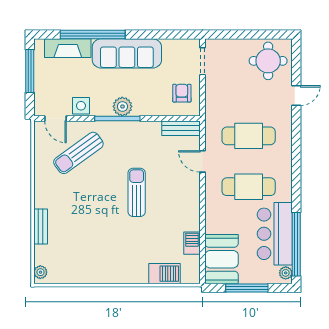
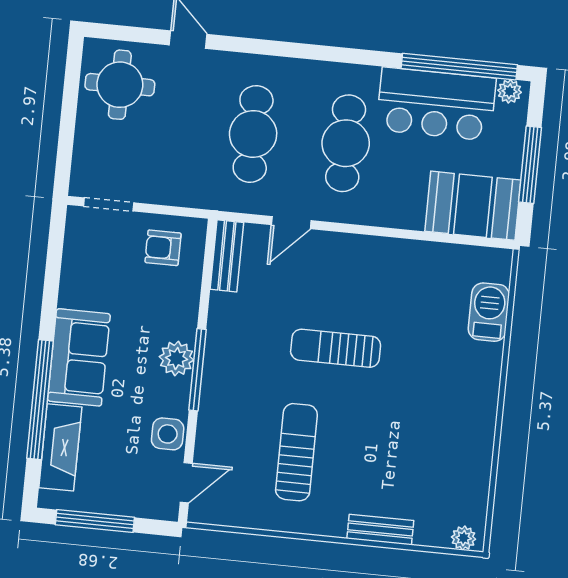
sofa: (127, 53) -> (79, 357), width x0.73
sun lounger: (78, 153) -> (296, 452), moved, turned -144
barbecue: (192, 243) -> (438, 257), removed

